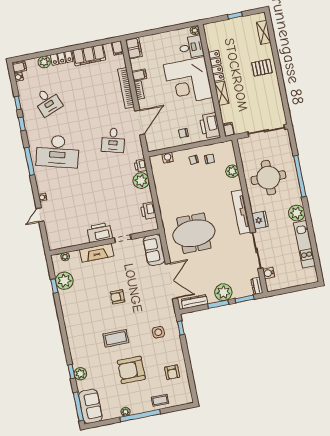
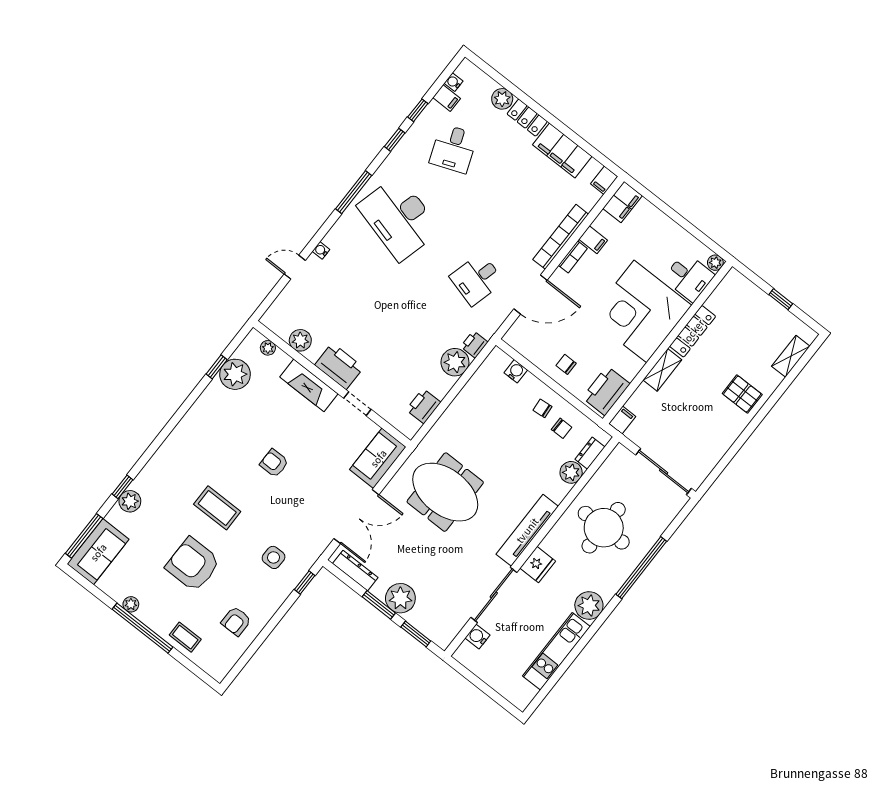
filing cabinet: (19, 67) -> (447, 98), moved
plant: (74, 240) -> (300, 340), added
dresser: (257, 286) -> (590, 453), moved

